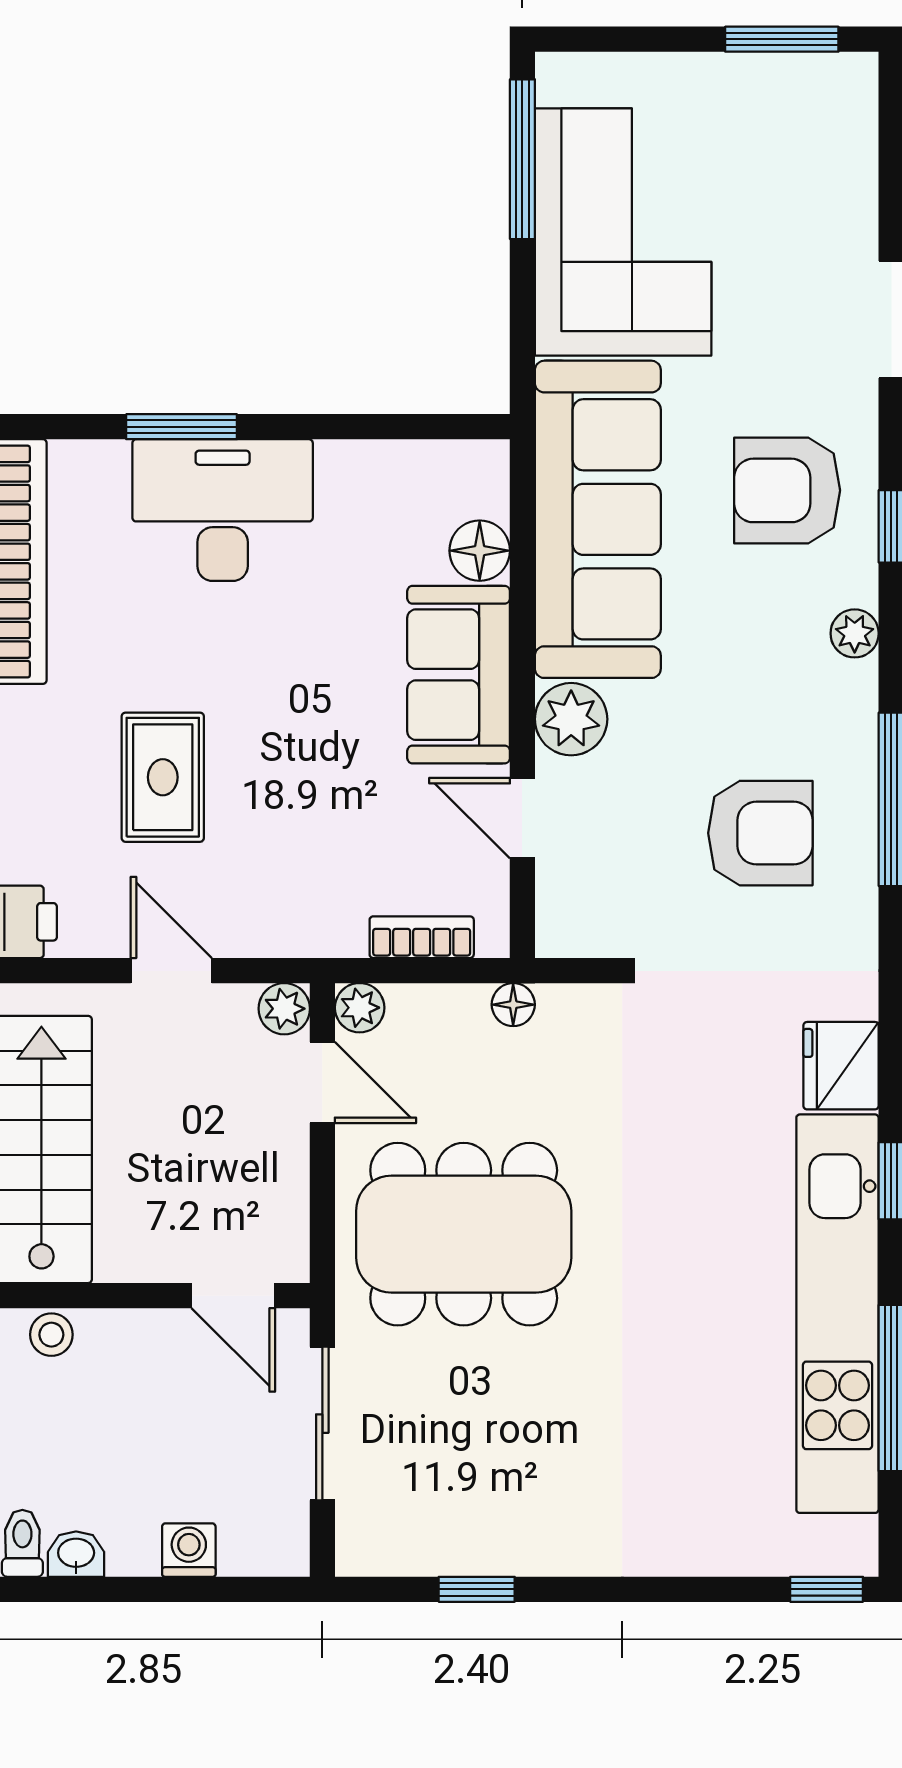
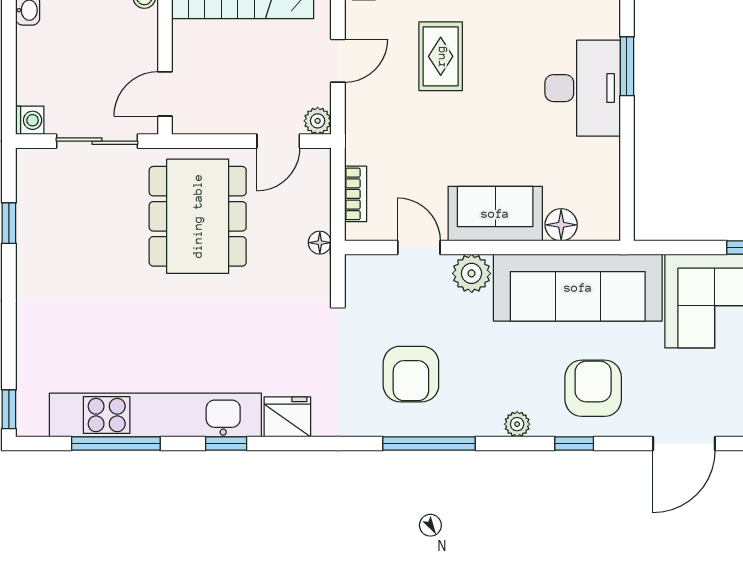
rug: (163, 777) -> (441, 56), turned 90
door: (522, 818) -> (419, 247), hinge flipped
plant: (360, 1008) -> (318, 161), removed
washing machine: (189, 1550) -> (30, 120), moved

